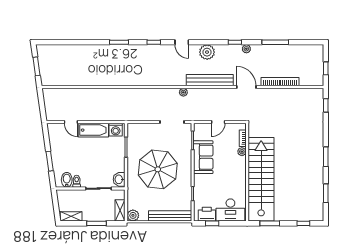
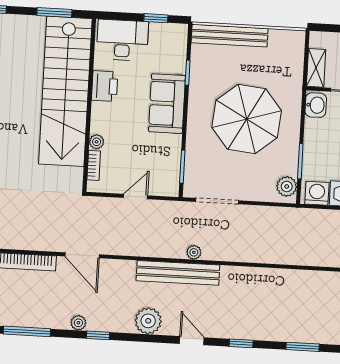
bench: (210, 80) -> (178, 273), moved
sofa: (203, 157) -> (167, 104), moved
shelving: (120, 210) -> (316, 68), moved
printer: (207, 214) -> (105, 86), moved, turned -90
plant: (133, 215) -> (287, 186), moved

